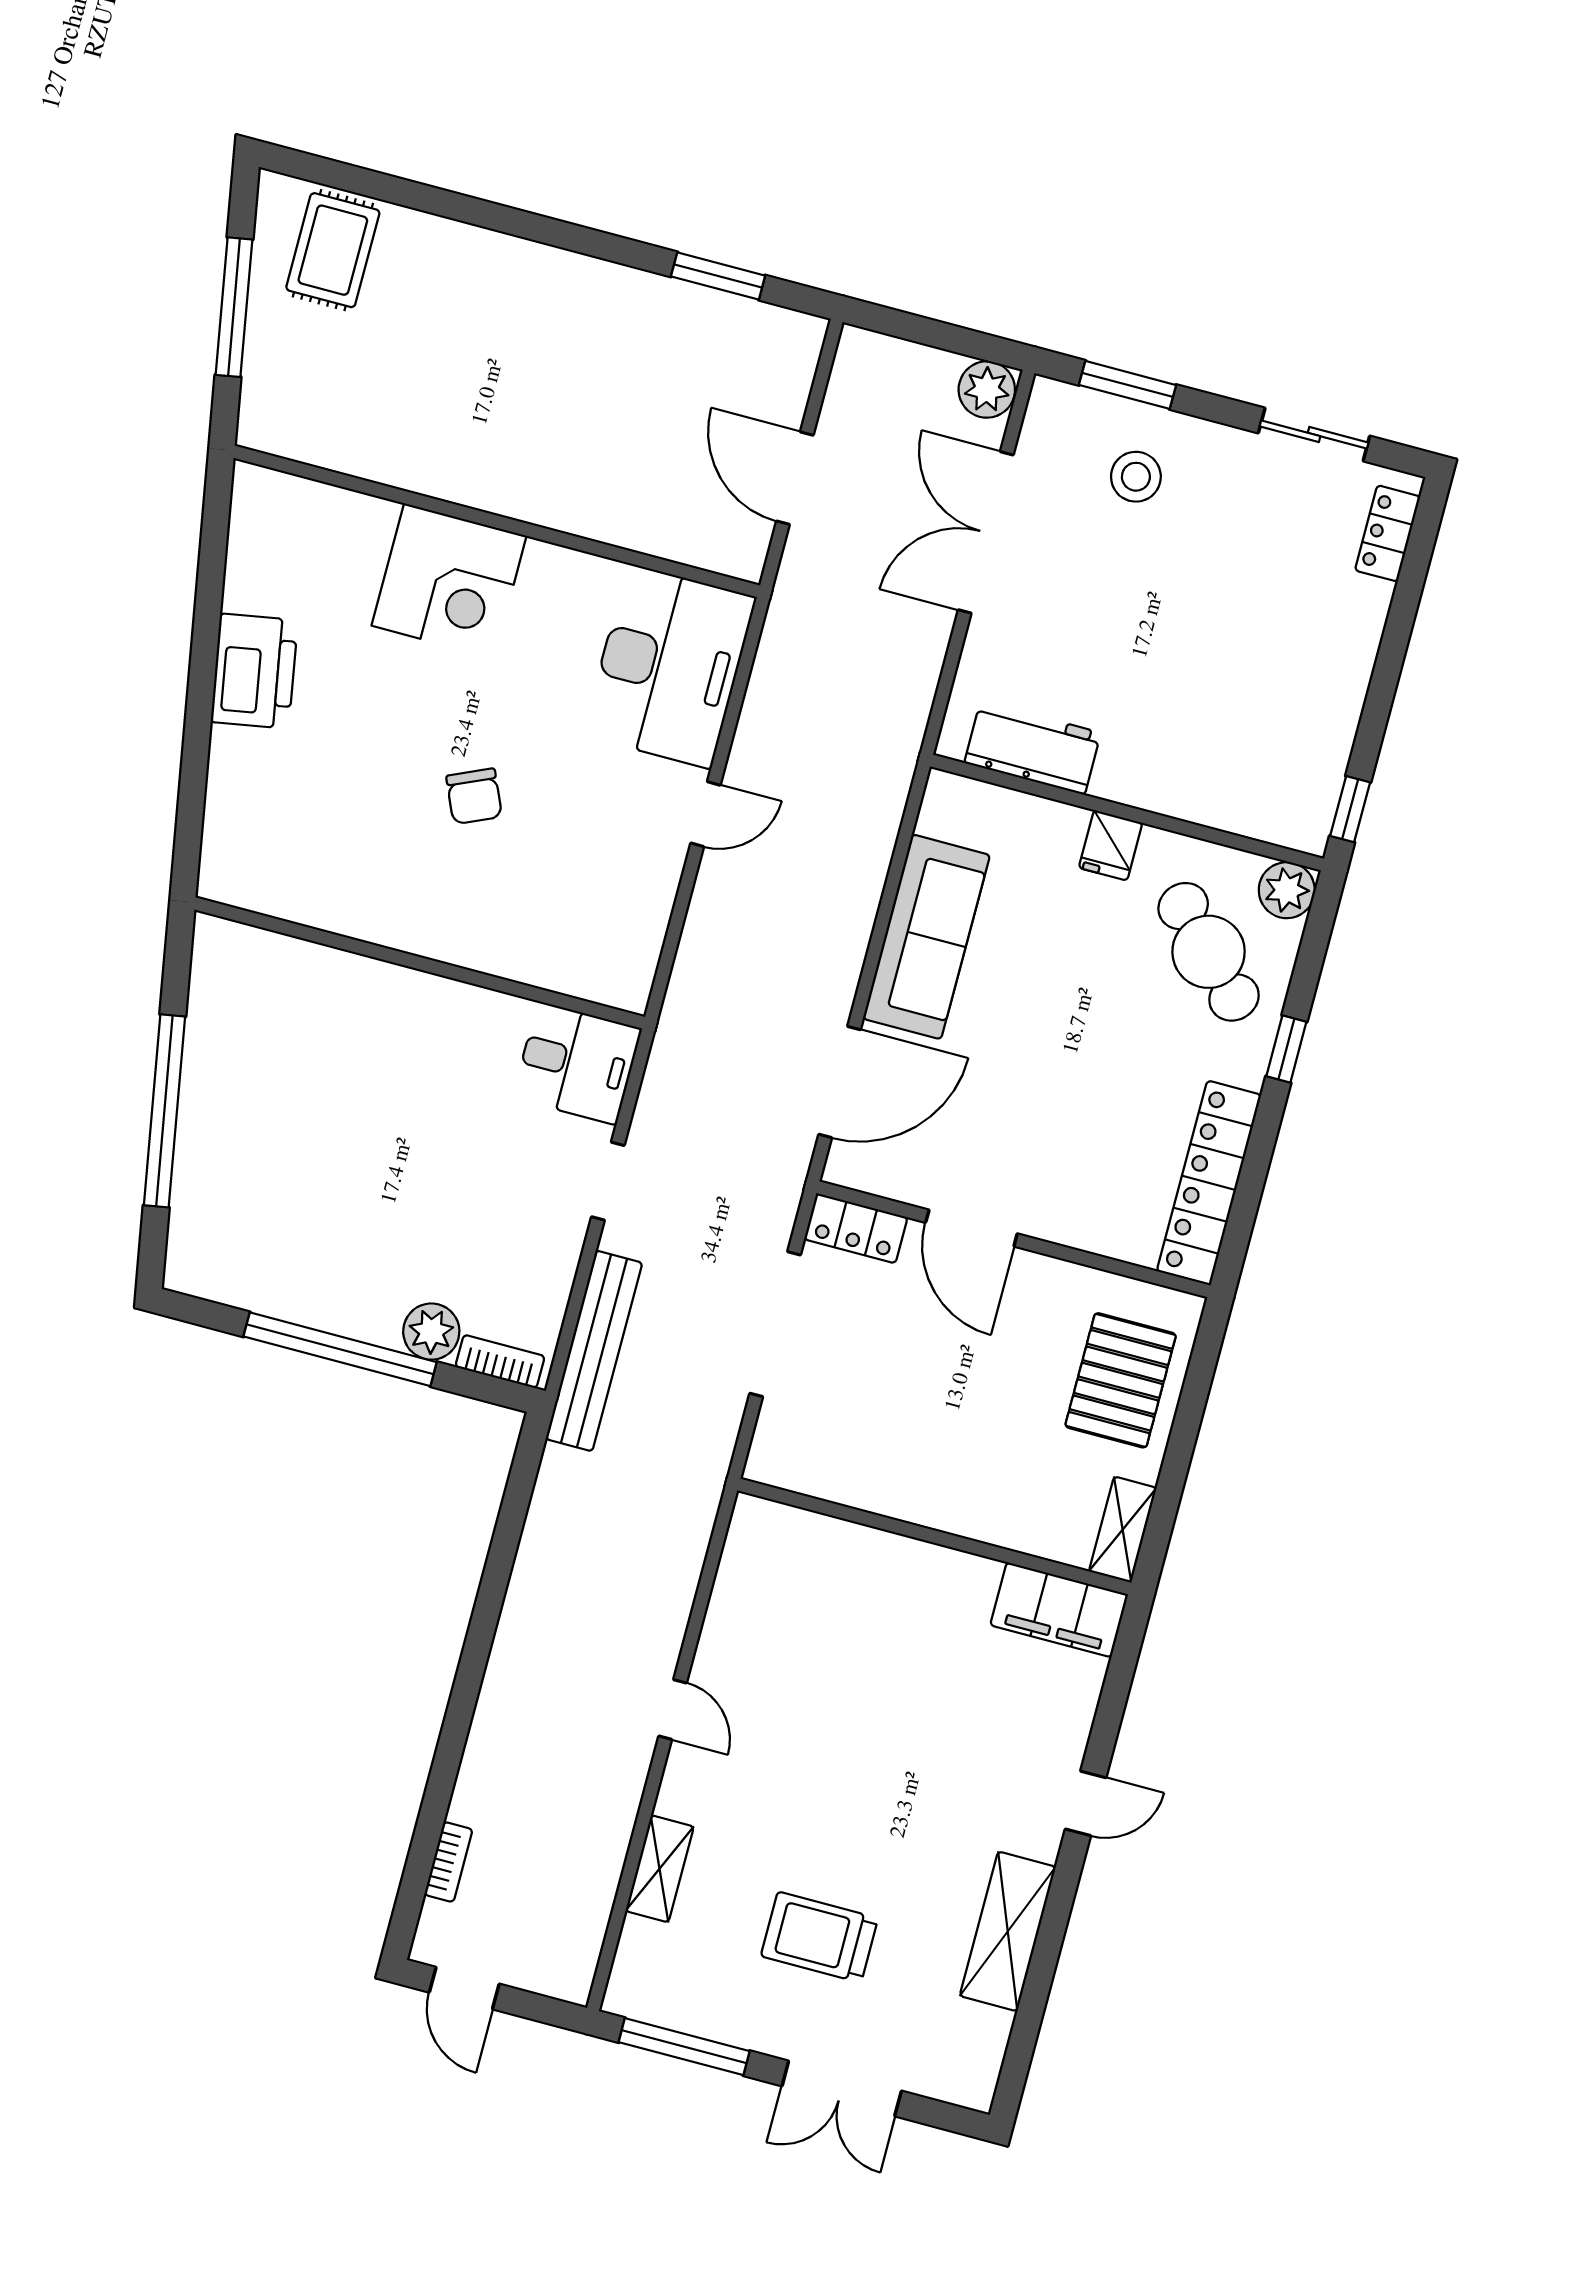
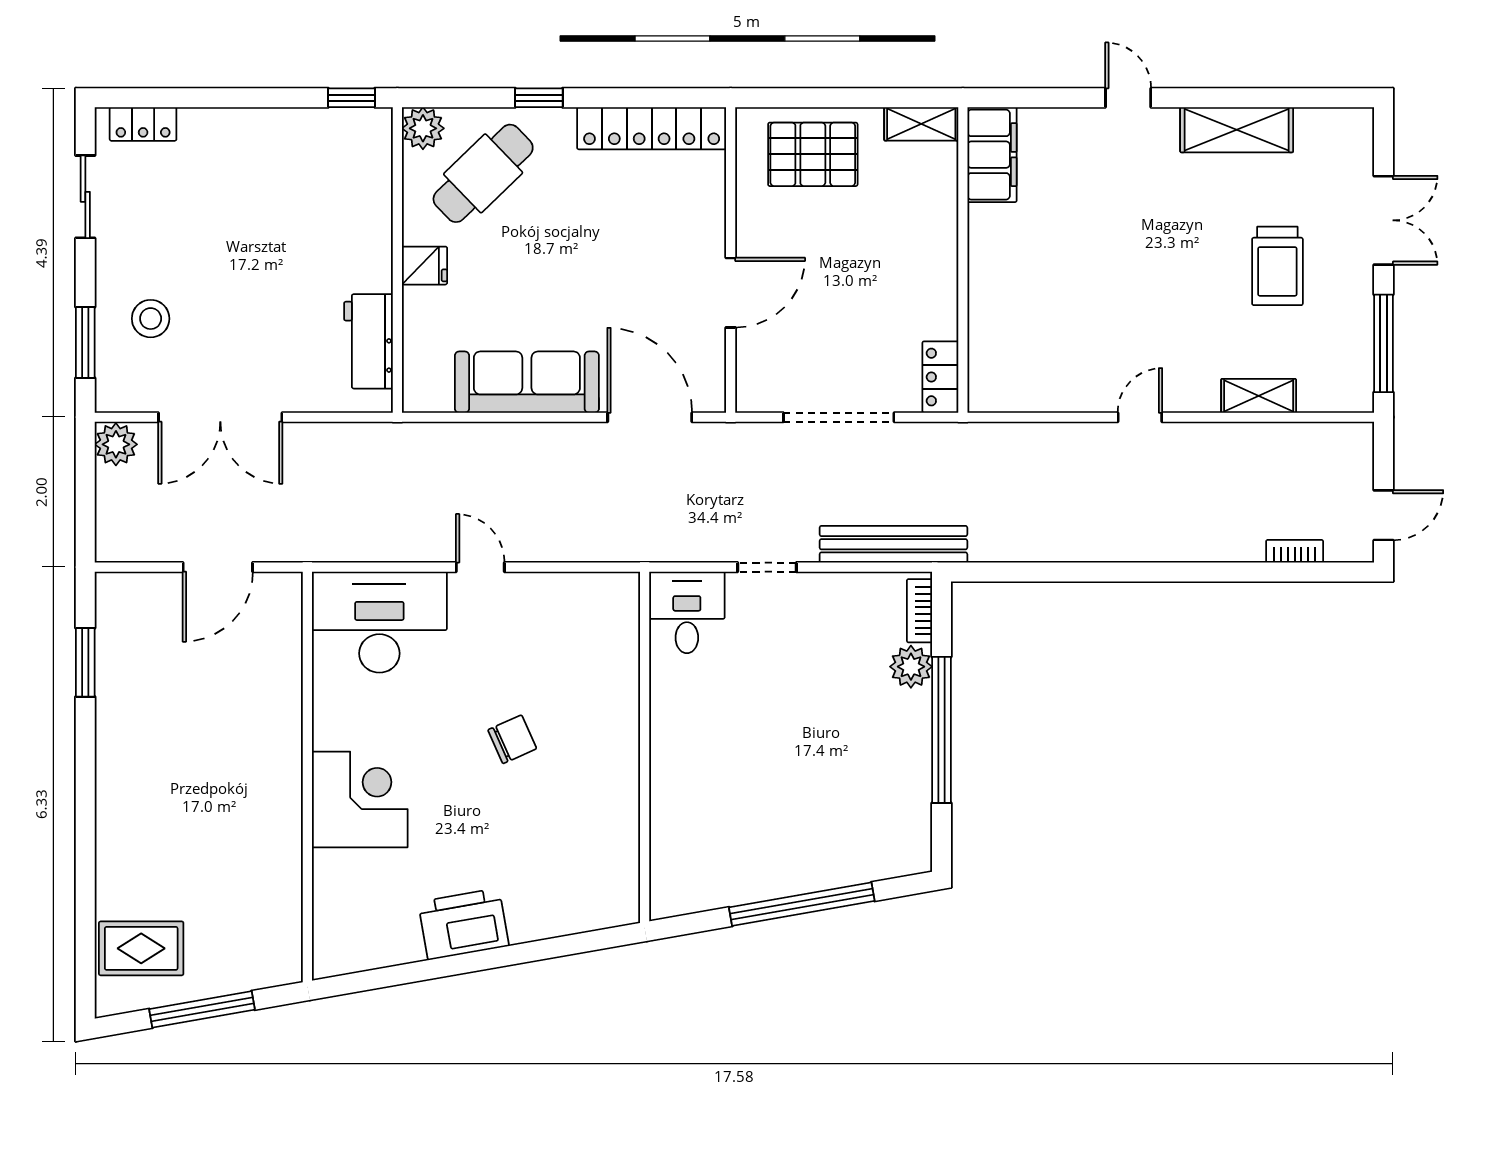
locker: (856, 1228) -> (940, 377), moved, turned 180

